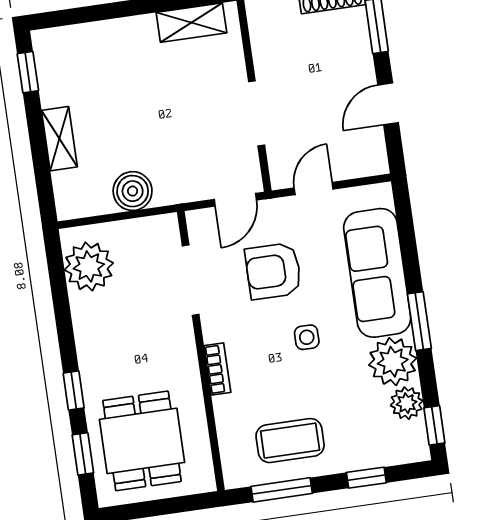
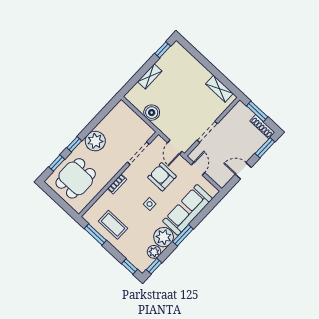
door: (314, 188) -> (198, 169), hinge flipped
door: (235, 200) -> (175, 147), hinge flipped
plant: (89, 266) -> (95, 141), moved
window: (366, 478) -> (130, 266), moved

